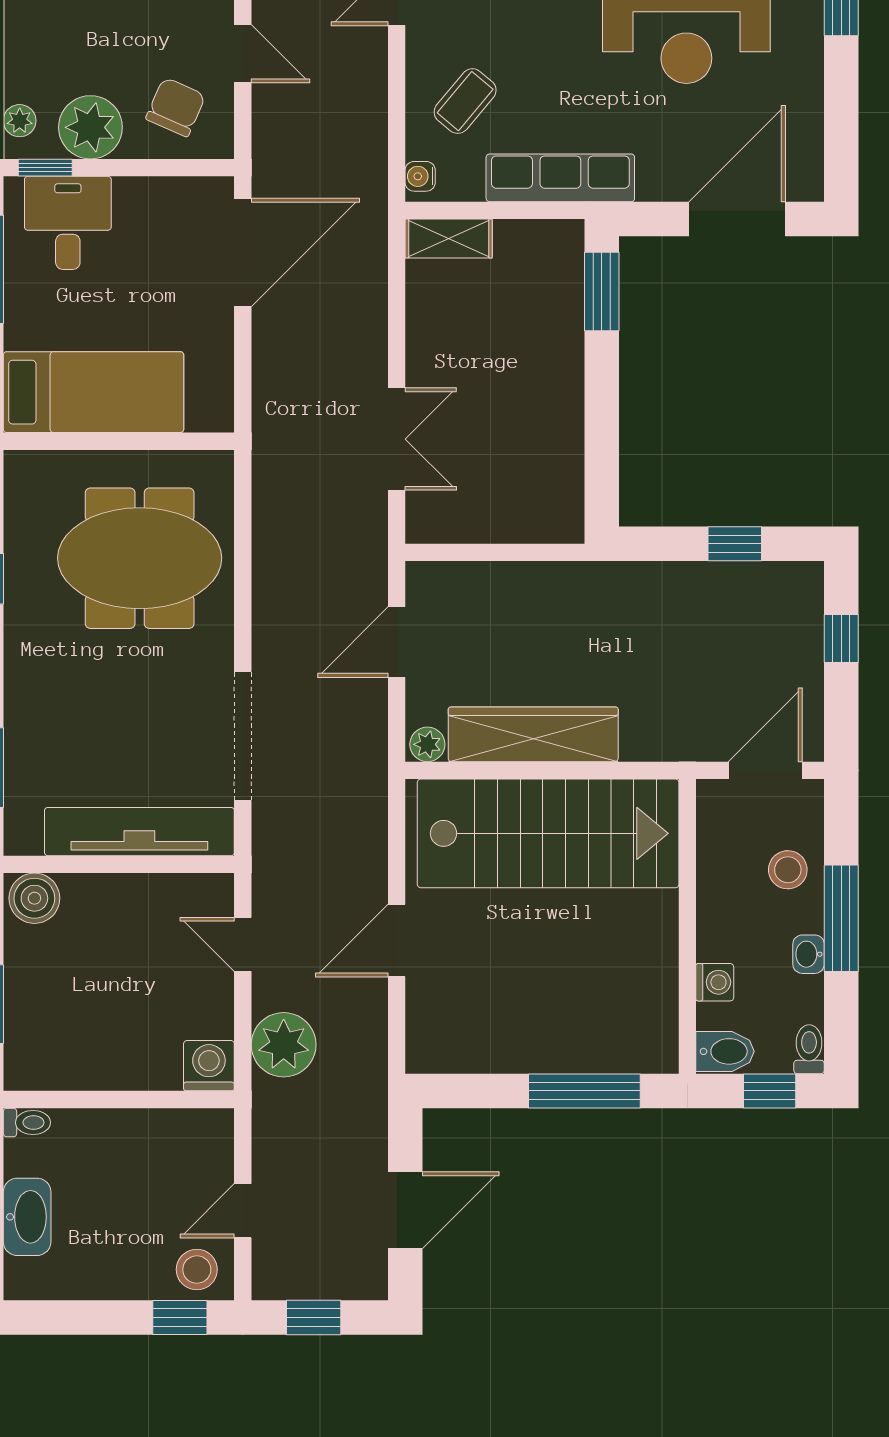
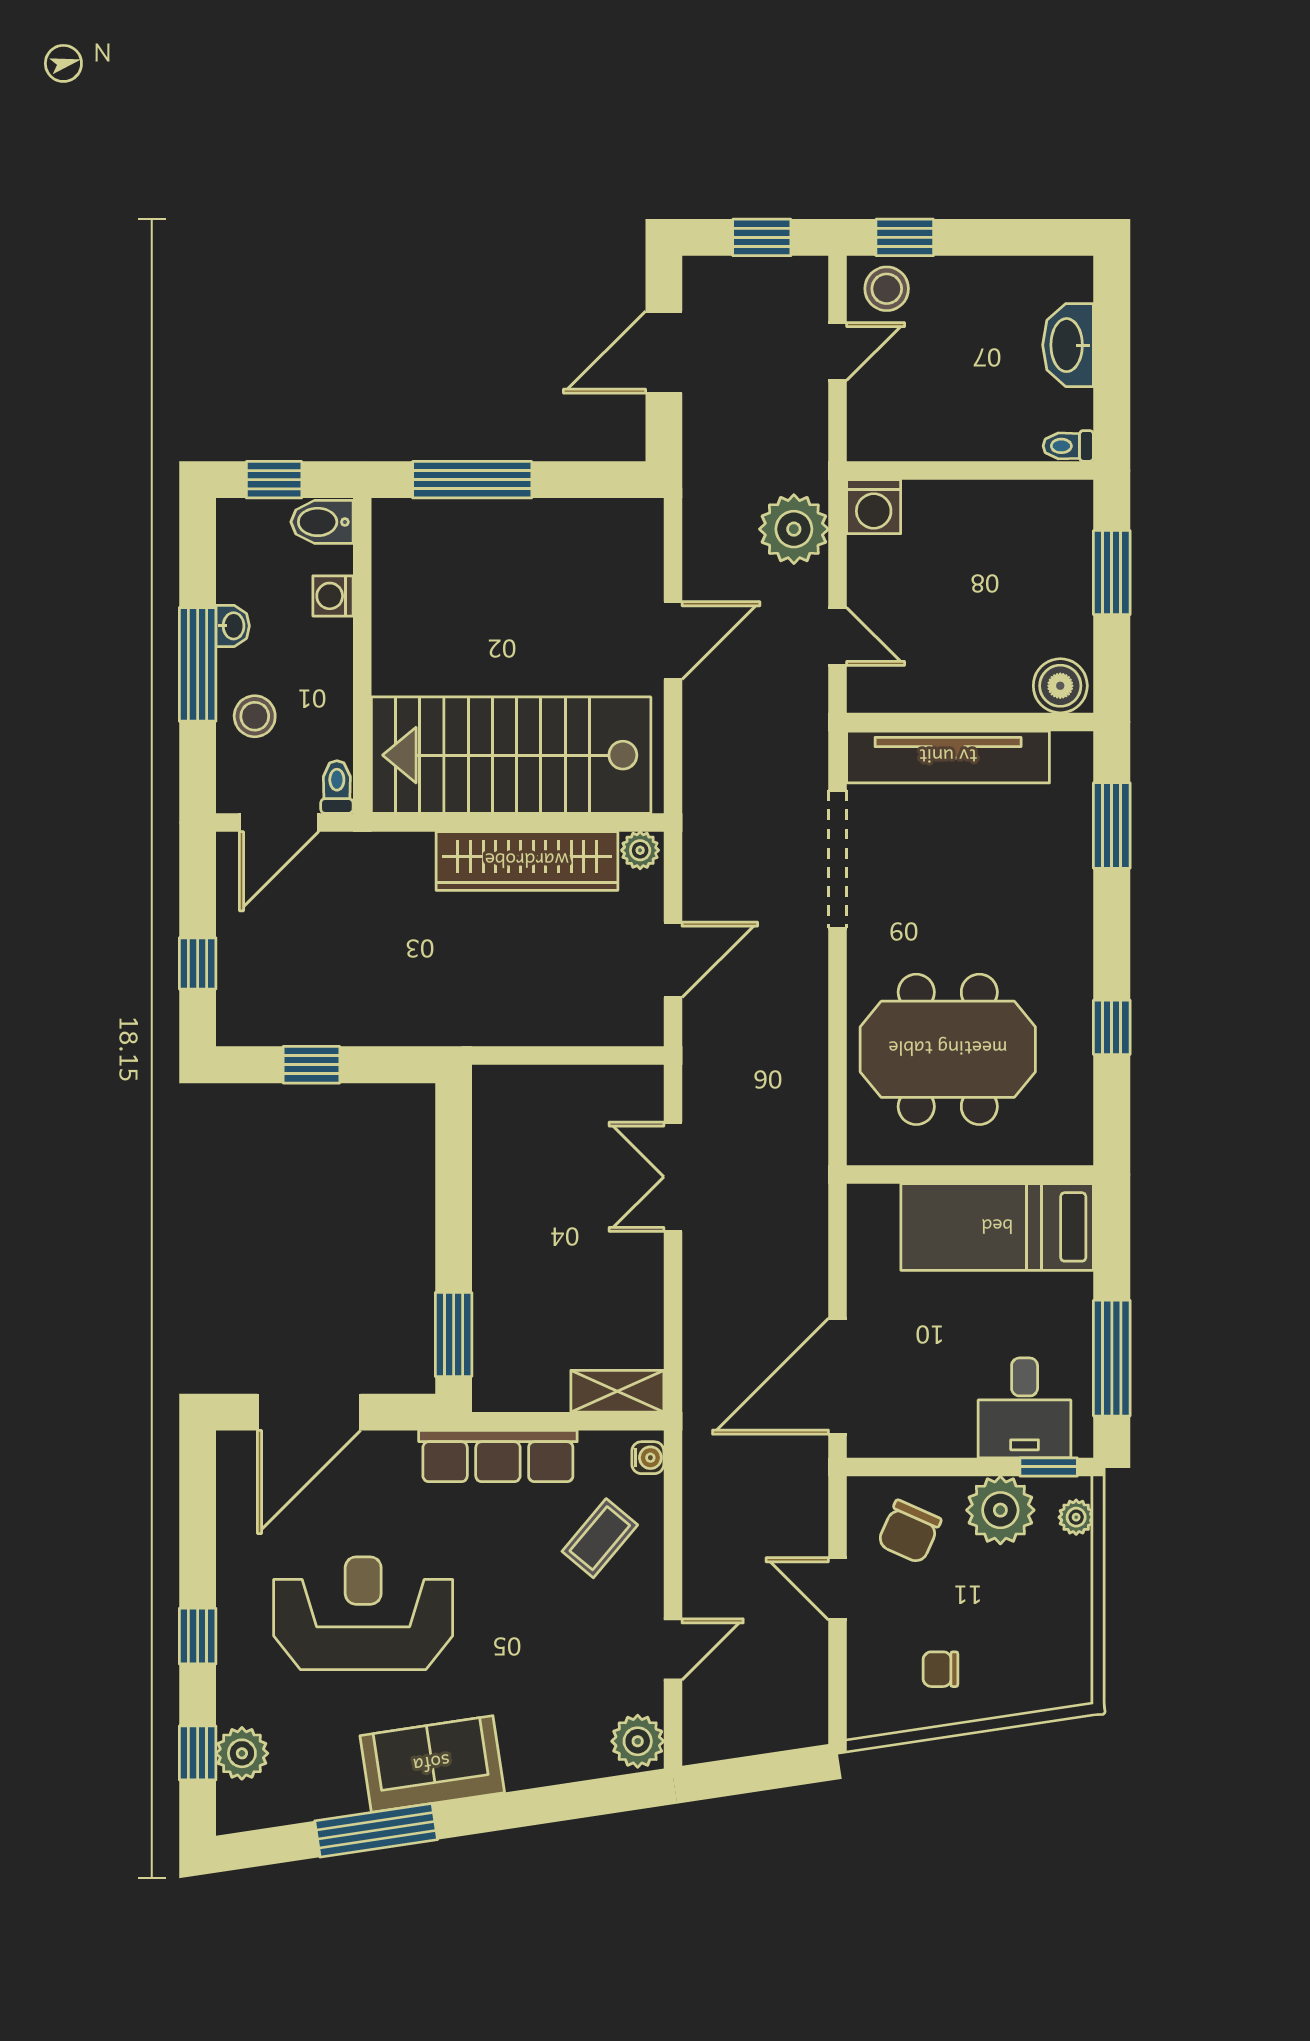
toilet: (809, 1049) -> (337, 787), moved, turned 180

